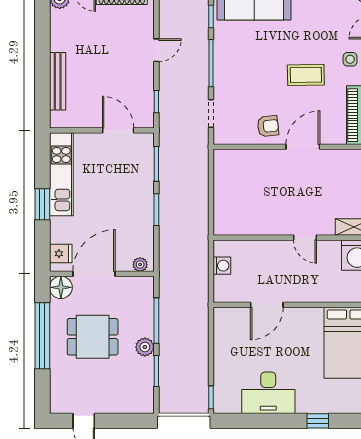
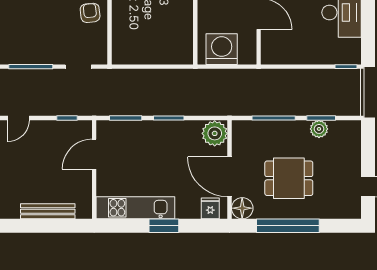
door: (156, 50) -> (19, 118), swing flipped
plant: (140, 265) -> (215, 133), width x1.87, depth x1.87
washing machine: (222, 266) -> (222, 49), width x1.89, depth x1.89
dining table: (93, 337) -> (289, 178), turned 90
plant: (145, 347) -> (319, 129), moved

